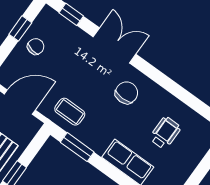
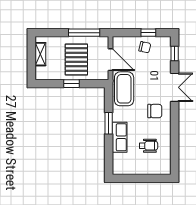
coffee table: (70, 112) -> (124, 89), width x1.86, depth x1.72
window: (77, 147) -> (109, 123), moved

